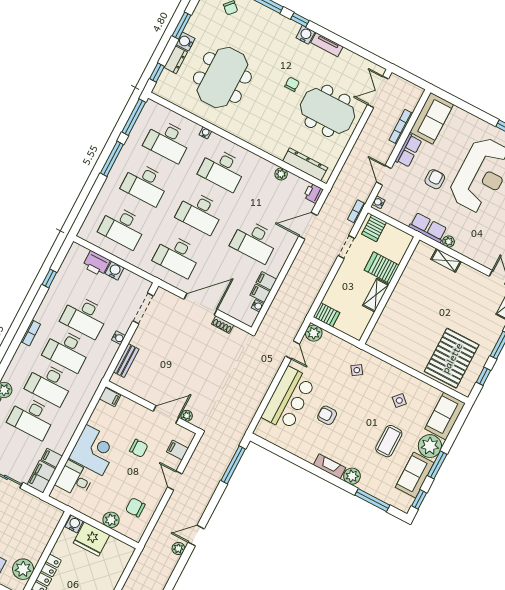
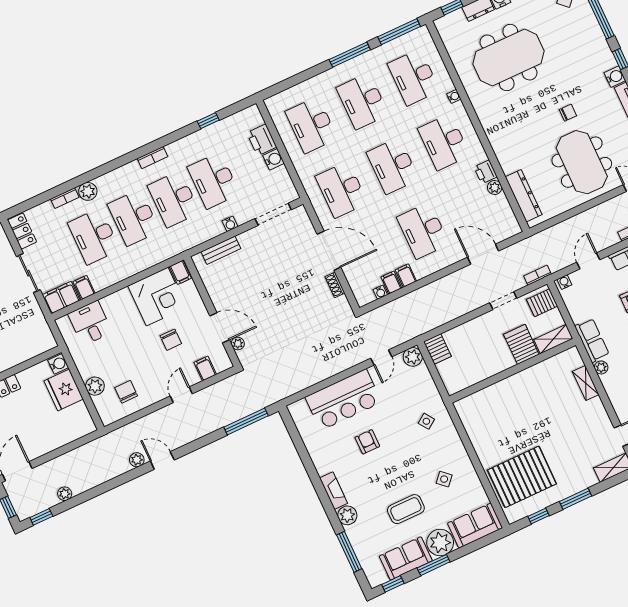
printer: (313, 193) -> (486, 172), moved, turned -90
shelving: (376, 295) -> (553, 339), moved
corner desk: (94, 450) -> (157, 297), moved

